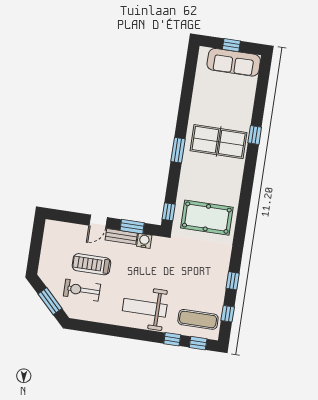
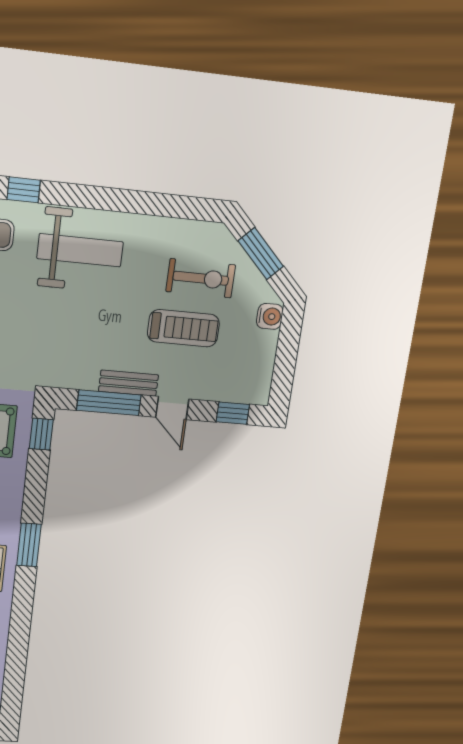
window: (65, 216) -> (233, 413), added
door: (98, 221) -> (172, 408), swing flipped
window: (132, 227) -> (109, 403), width x1.44
water cooler: (144, 241) -> (270, 316), moved, turned -90

